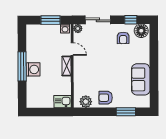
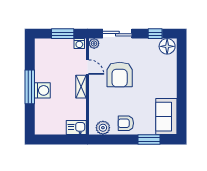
armchair: (123, 38) -> (120, 75), moved, width x1.88, depth x1.88
sofa: (141, 79) -> (166, 117), moved

